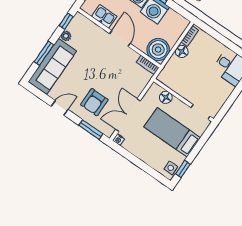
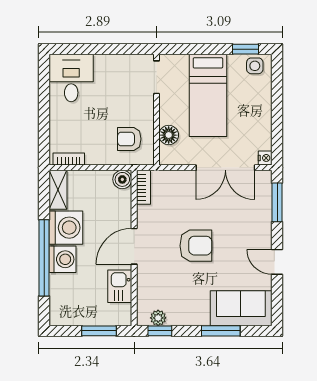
shelving: (178, 19) -> (58, 190), added
plant: (66, 36) -> (158, 318), moved
boiler: (158, 50) -> (122, 179), width x0.54, depth x0.54
floor lamp: (182, 51) -> (96, 155), removed
sofa: (52, 66) -> (241, 308), width x0.73
armchair: (178, 75) -> (129, 139), added
armchair: (94, 102) -> (196, 246), moved

